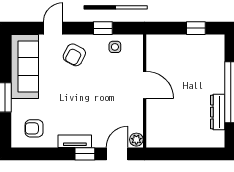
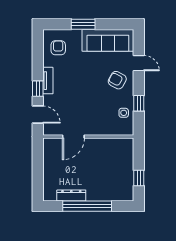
door: (145, 85) -> (73, 137), moved
plant: (136, 140) -> (49, 130), removed

